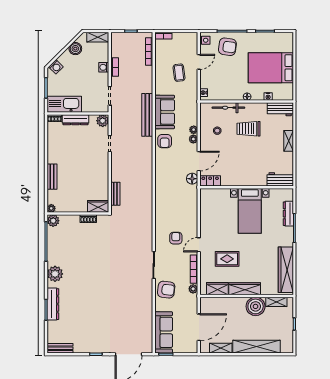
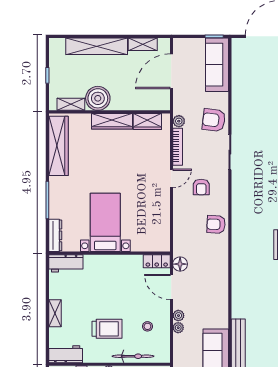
armchair: (165, 141) -> (216, 224), moved, turned -87
door: (199, 161) -> (171, 287), hinge flipped
dresser: (288, 214) -> (55, 235), moved
rug: (227, 259) -> (135, 160), removed

